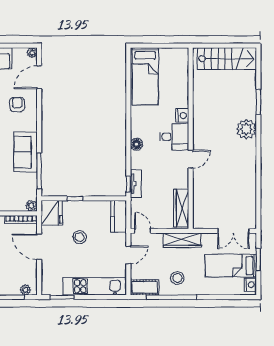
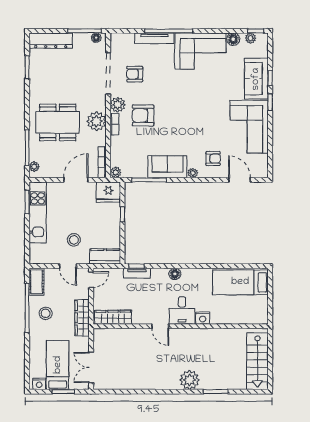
plant: (32, 53) -> (193, 173), moved
stool: (80, 237) -> (74, 240), moved
kitchen unit: (95, 286) -> (38, 212), moved

